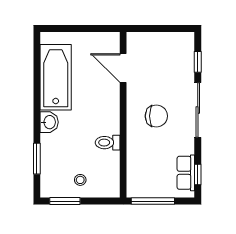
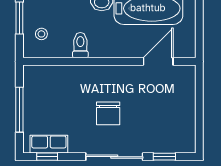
door: (123, 68) -> (158, 61), moved
wall: (123, 115) -> (109, 61), moved
toilet: (108, 143) -> (80, 45), moved

